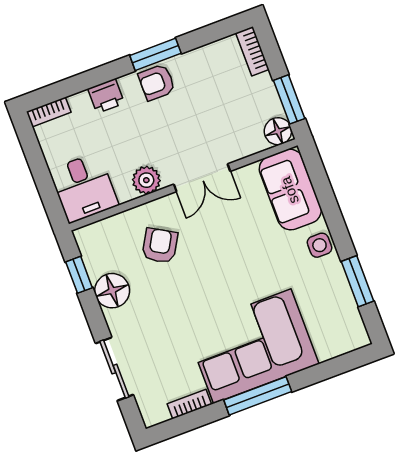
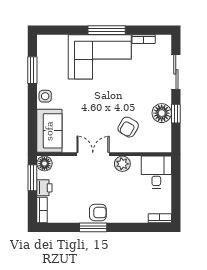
printer: (106, 96) -> (44, 188), moved, turned 90
window: (79, 275) -> (176, 114), moved

